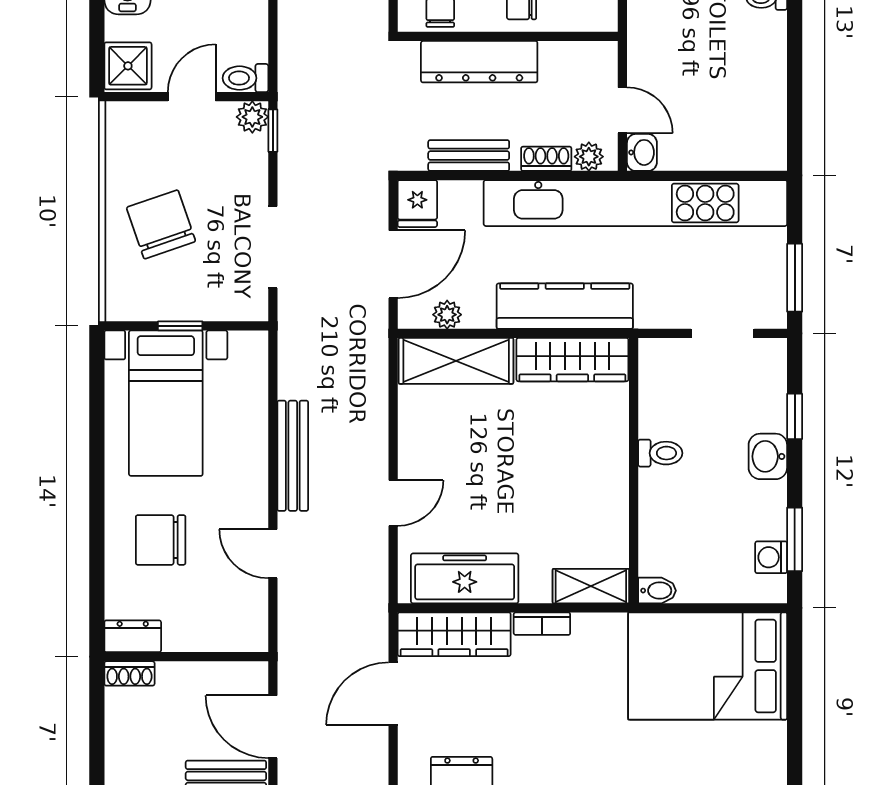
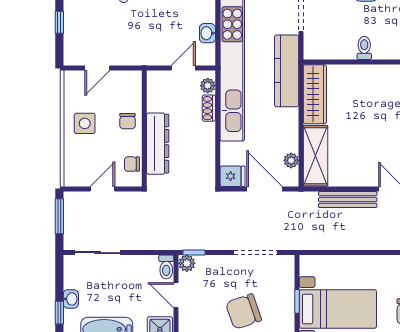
washbasin: (642, 152) -> (207, 33), moved, turned -90
bench: (469, 156) -> (207, 149), removed
kitchen counter: (565, 306) -> (287, 71), moved
bench: (293, 456) -> (348, 200), moved

